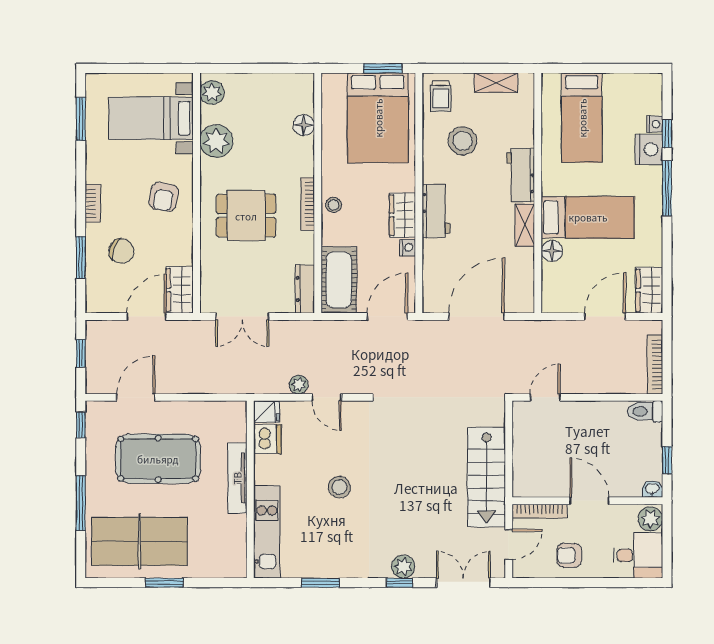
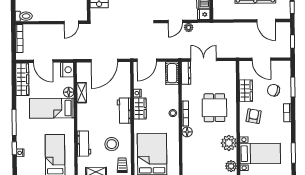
floor lamp: (304, 125) -> (187, 132), moved
nightstand: (649, 149) -> (67, 70), moved, turned 180
workbench: (521, 175) -> (84, 144), moved
dining table: (246, 216) -> (214, 108), turned 90
shelving: (525, 225) -> (82, 93), moved
cot: (339, 280) -> (172, 73), width x0.73, depth x0.75
wardrobe: (180, 290) -> (246, 91), moved
wardrobe: (649, 290) -> (22, 79), width x1.50
door: (147, 317) -> (261, 59), hinge flipped
double door: (242, 317) -> (204, 60), moved
door: (605, 317) -> (43, 61), hinge flipped
door: (136, 397) -> (266, 21), hinge flipped
door: (327, 397) -> (175, 21), swing flipped

